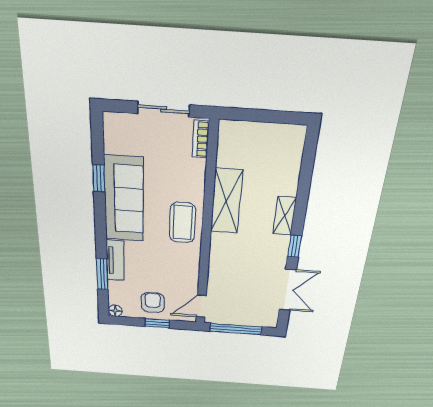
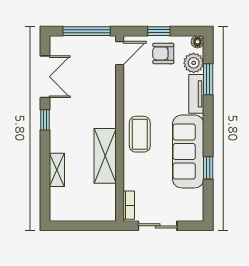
shelving: (285, 216) -> (57, 170), moved
double door: (288, 290) -> (45, 77), swing flipped
plant: (119, 291) -> (194, 63), added
armchair: (153, 303) -> (163, 53), turned 90

